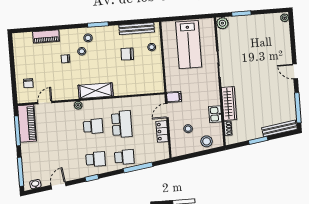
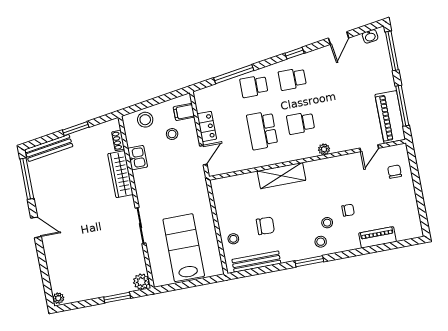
shelving: (96, 91) -> (281, 176), moved
filing cabinet: (174, 97) -> (184, 112), moved

